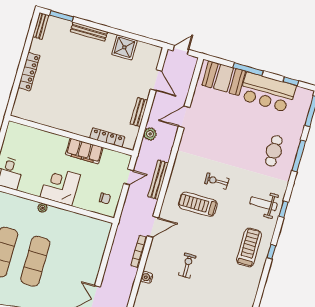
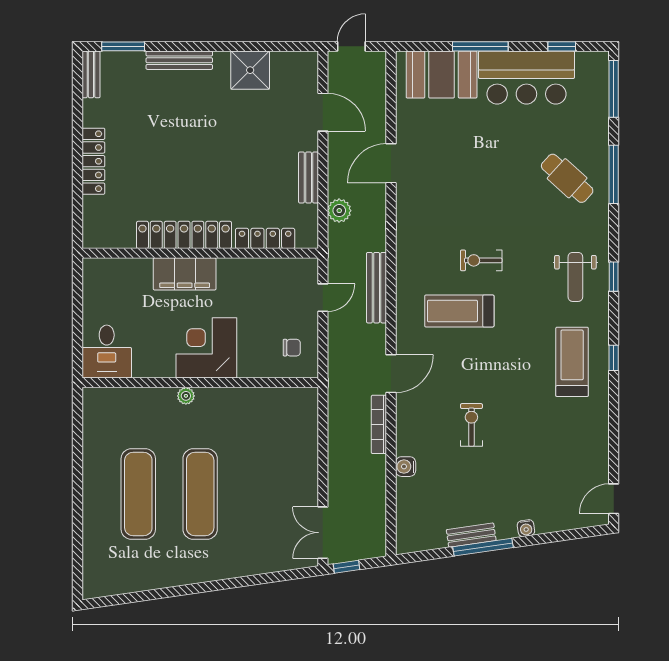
locker: (65, 124) -> (184, 235), added
filing cabinet: (84, 151) -> (185, 274), moved
cafe table: (274, 151) -> (567, 178), turned -48
weight bench: (263, 204) -> (575, 277), turned -90

